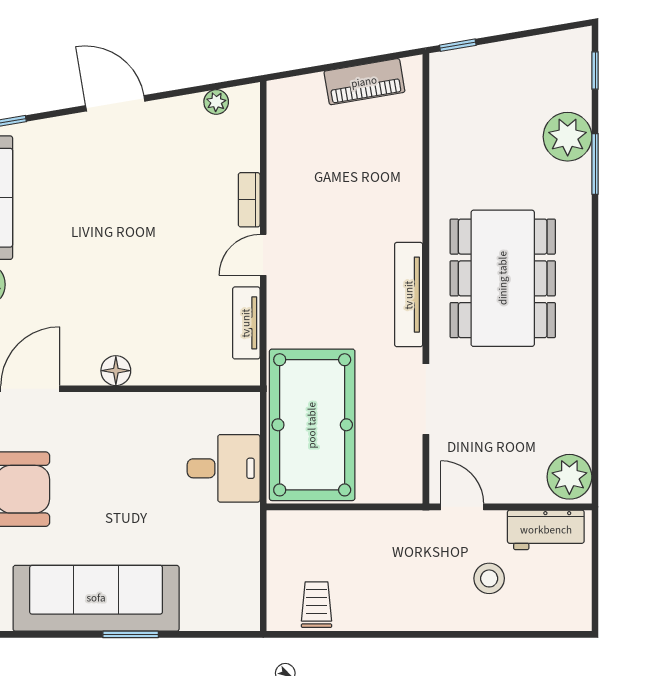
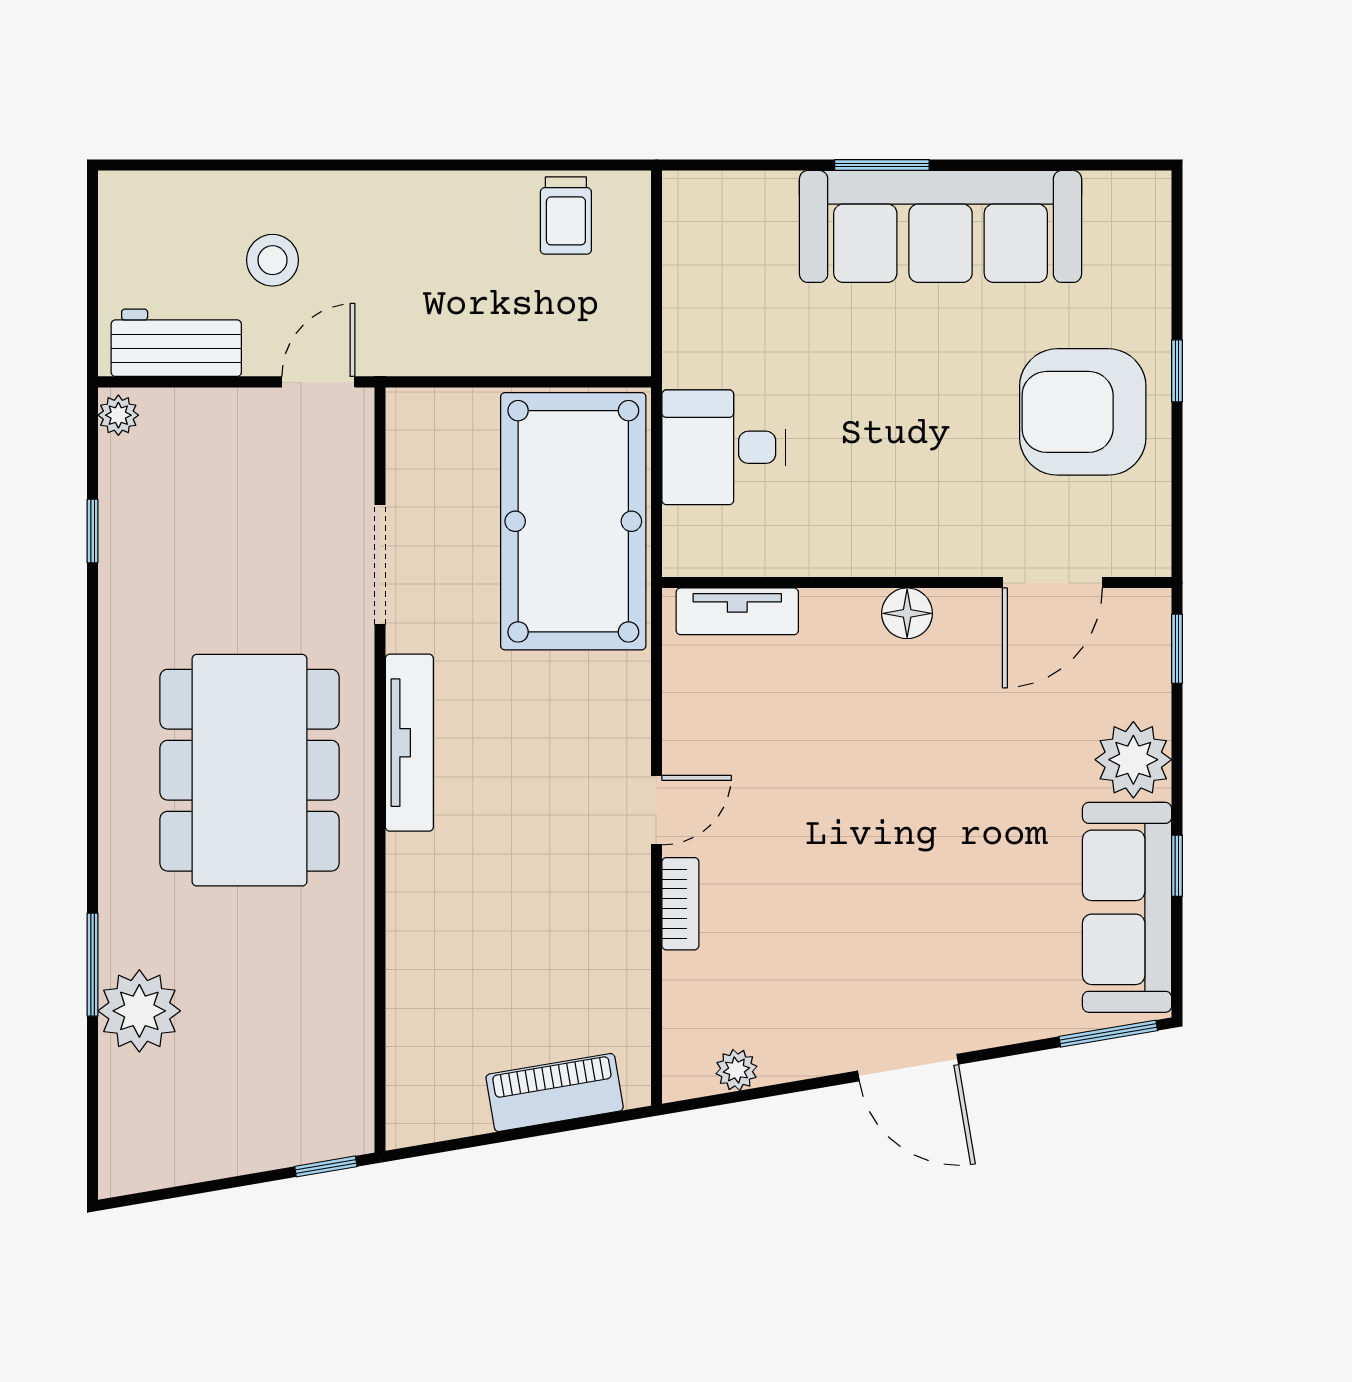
window: (595, 70) -> (93, 531), moved
piano: (364, 82) -> (555, 1093), moved
tv unit: (246, 323) -> (737, 611), moved, turned 90
plant: (569, 477) -> (118, 415), width x0.53, depth x0.53
door: (462, 507) -> (318, 382), swing flipped

